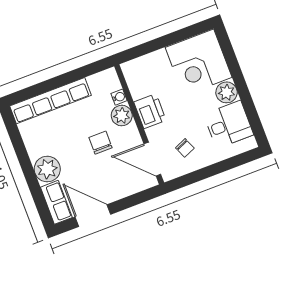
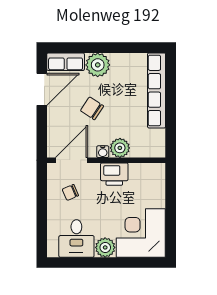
water cooler: (119, 97) -> (103, 152), moved
chair: (101, 143) -> (92, 108), moved, turned -147

